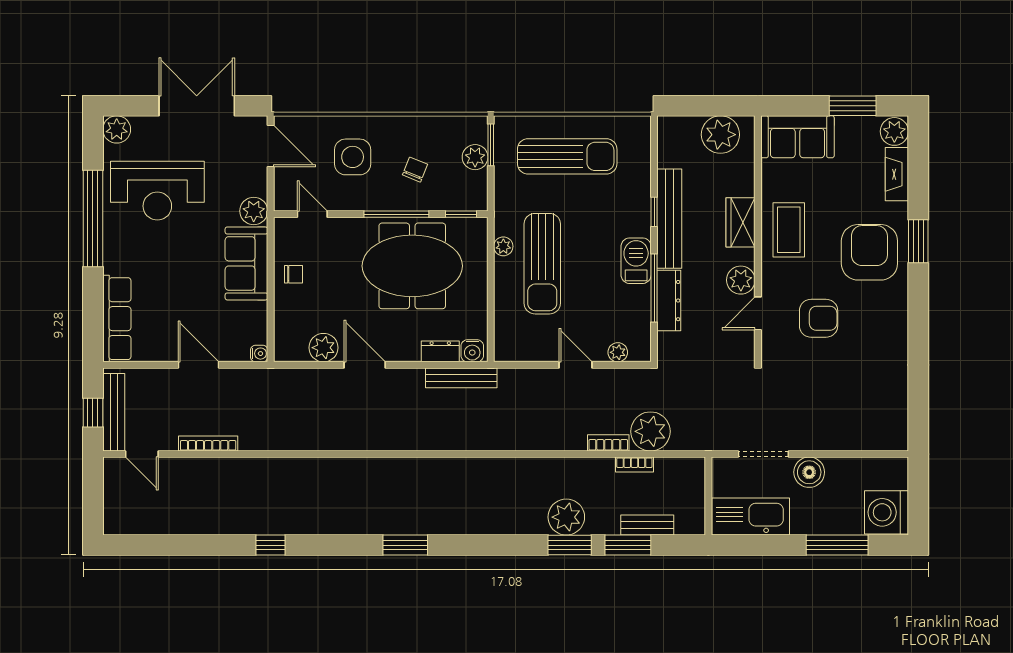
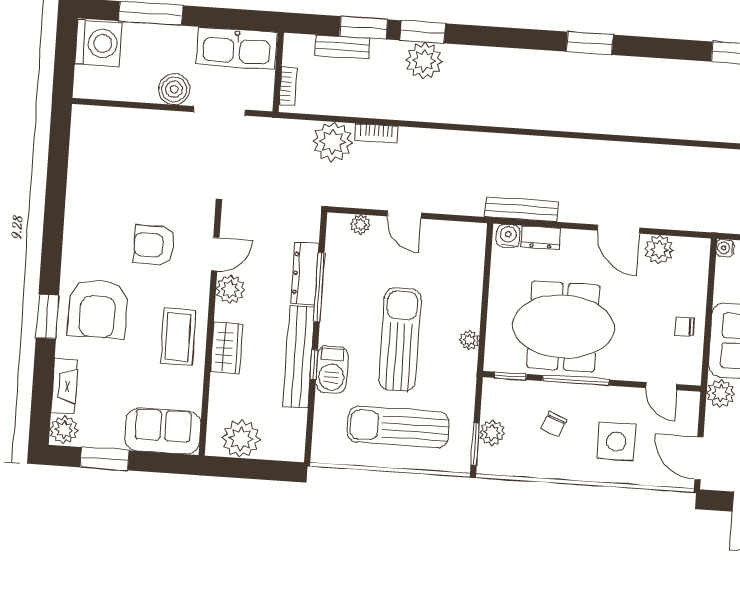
barbecue: (636, 261) -> (332, 370), moved
sun lounger: (542, 264) -> (400, 339), moved
bookcase: (634, 465) -> (288, 86), moved, turned 90

